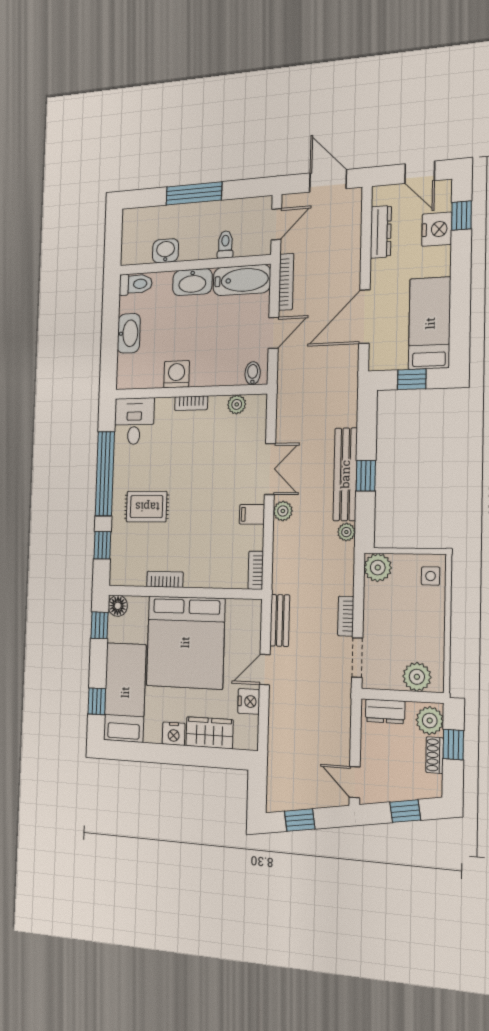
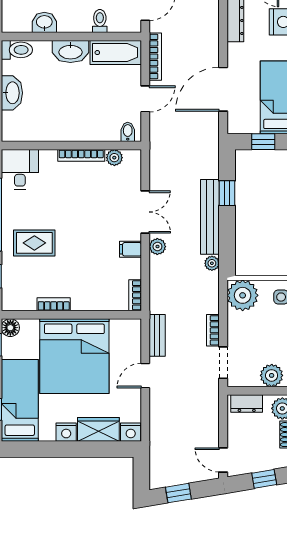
washing machine: (177, 374) -> (58, 130), removed
bookcase: (191, 403) -> (81, 155), width x1.56
window: (366, 476) -> (227, 193), moved
plant: (378, 568) -> (243, 295), width x1.36, depth x1.36
nightstand: (249, 701) -> (131, 432), moved, turned 90

